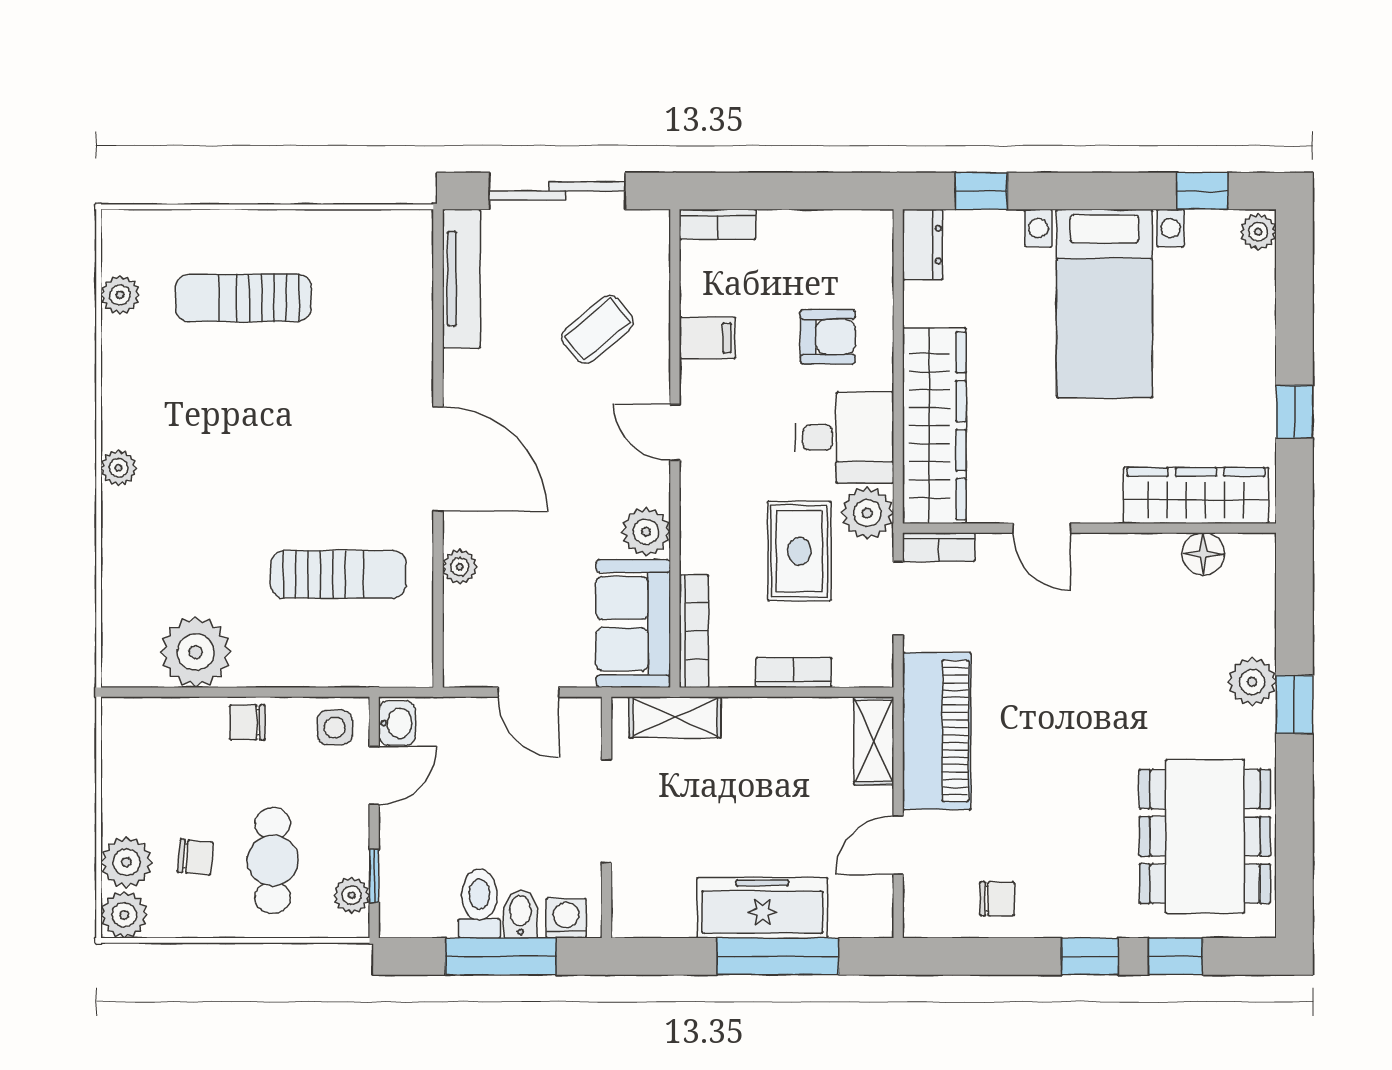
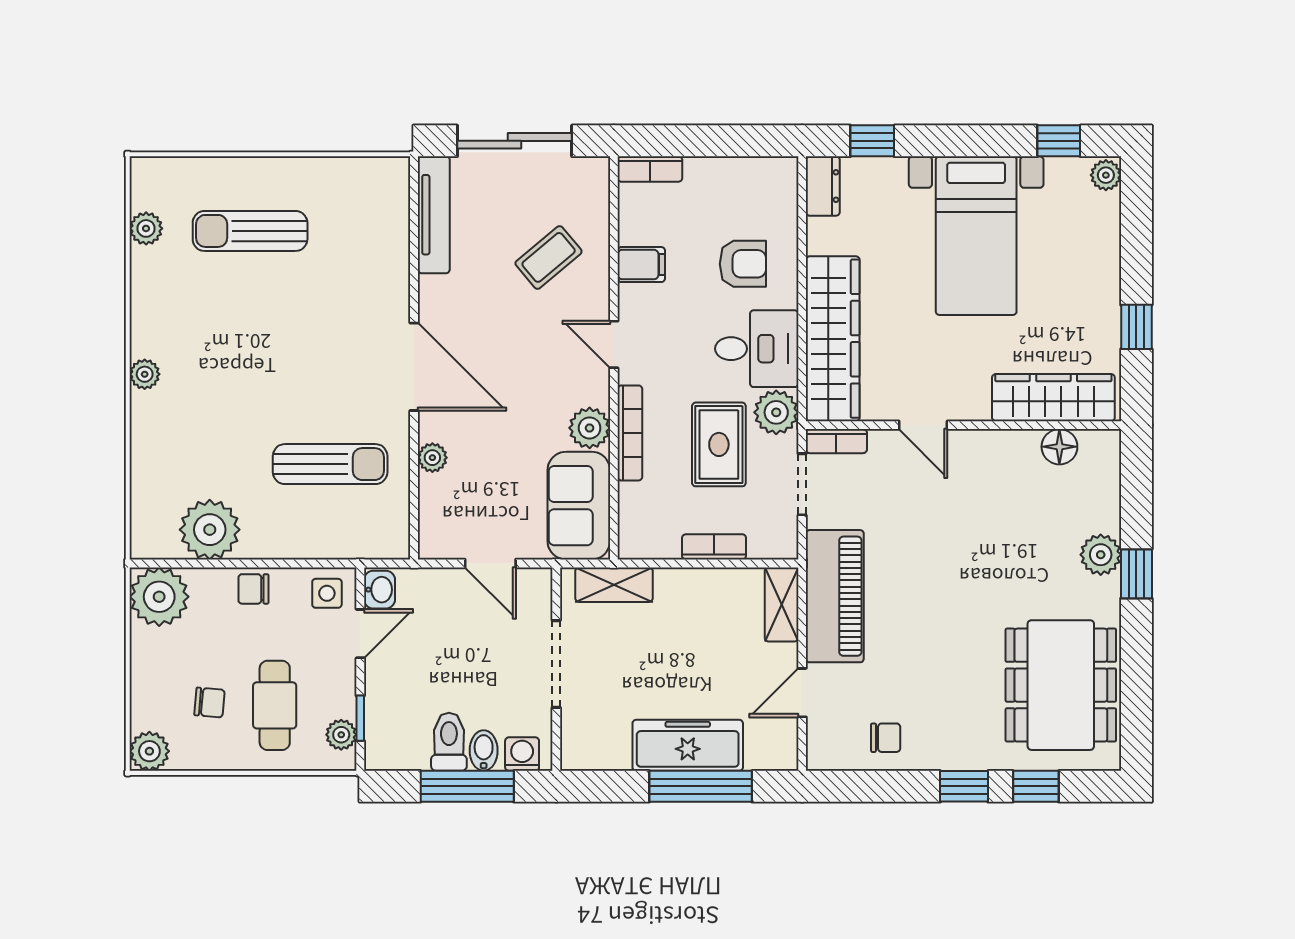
bookcase: (694, 631) -> (630, 433), moved
plant: (126, 862) -> (159, 597), moved, width x1.36, depth x1.36

